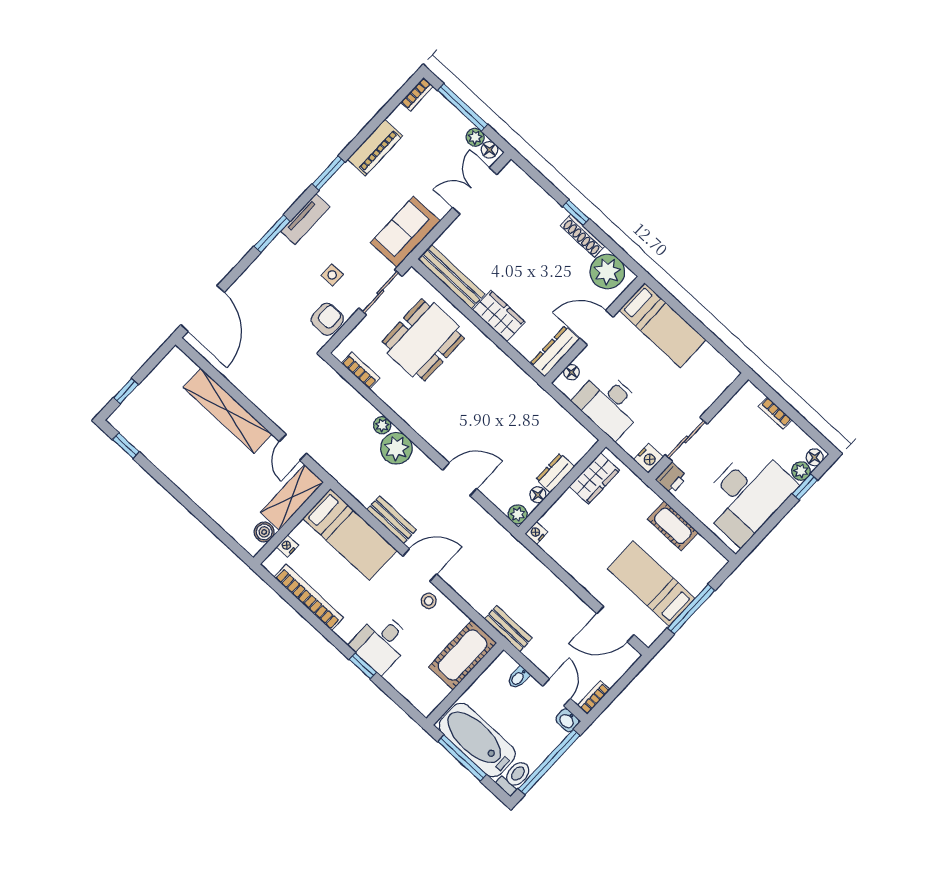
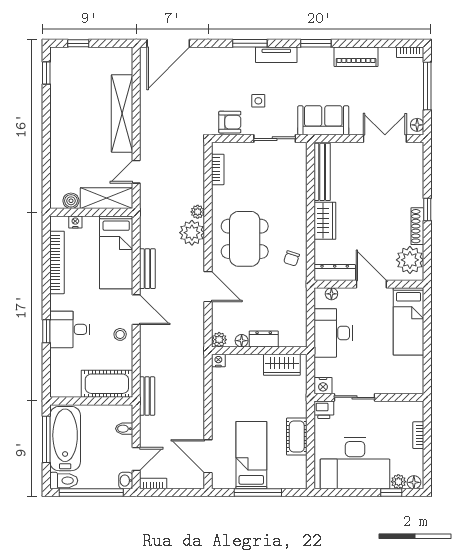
plant: (475, 137) -> (417, 110), removed
dining table: (423, 340) -> (245, 239), moved, turned 90
chair: (505, 379) -> (292, 258), added

